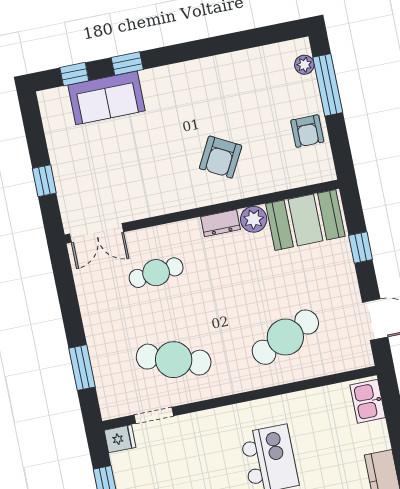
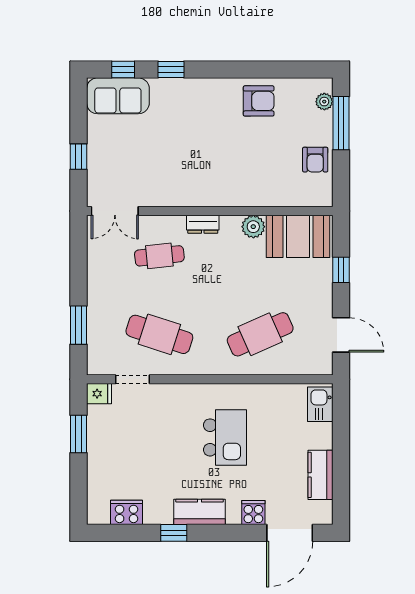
sofa: (107, 98) -> (118, 96), moved
armchair: (221, 157) -> (259, 101), moved, turned -118
dresser: (221, 223) -> (203, 224), moved

